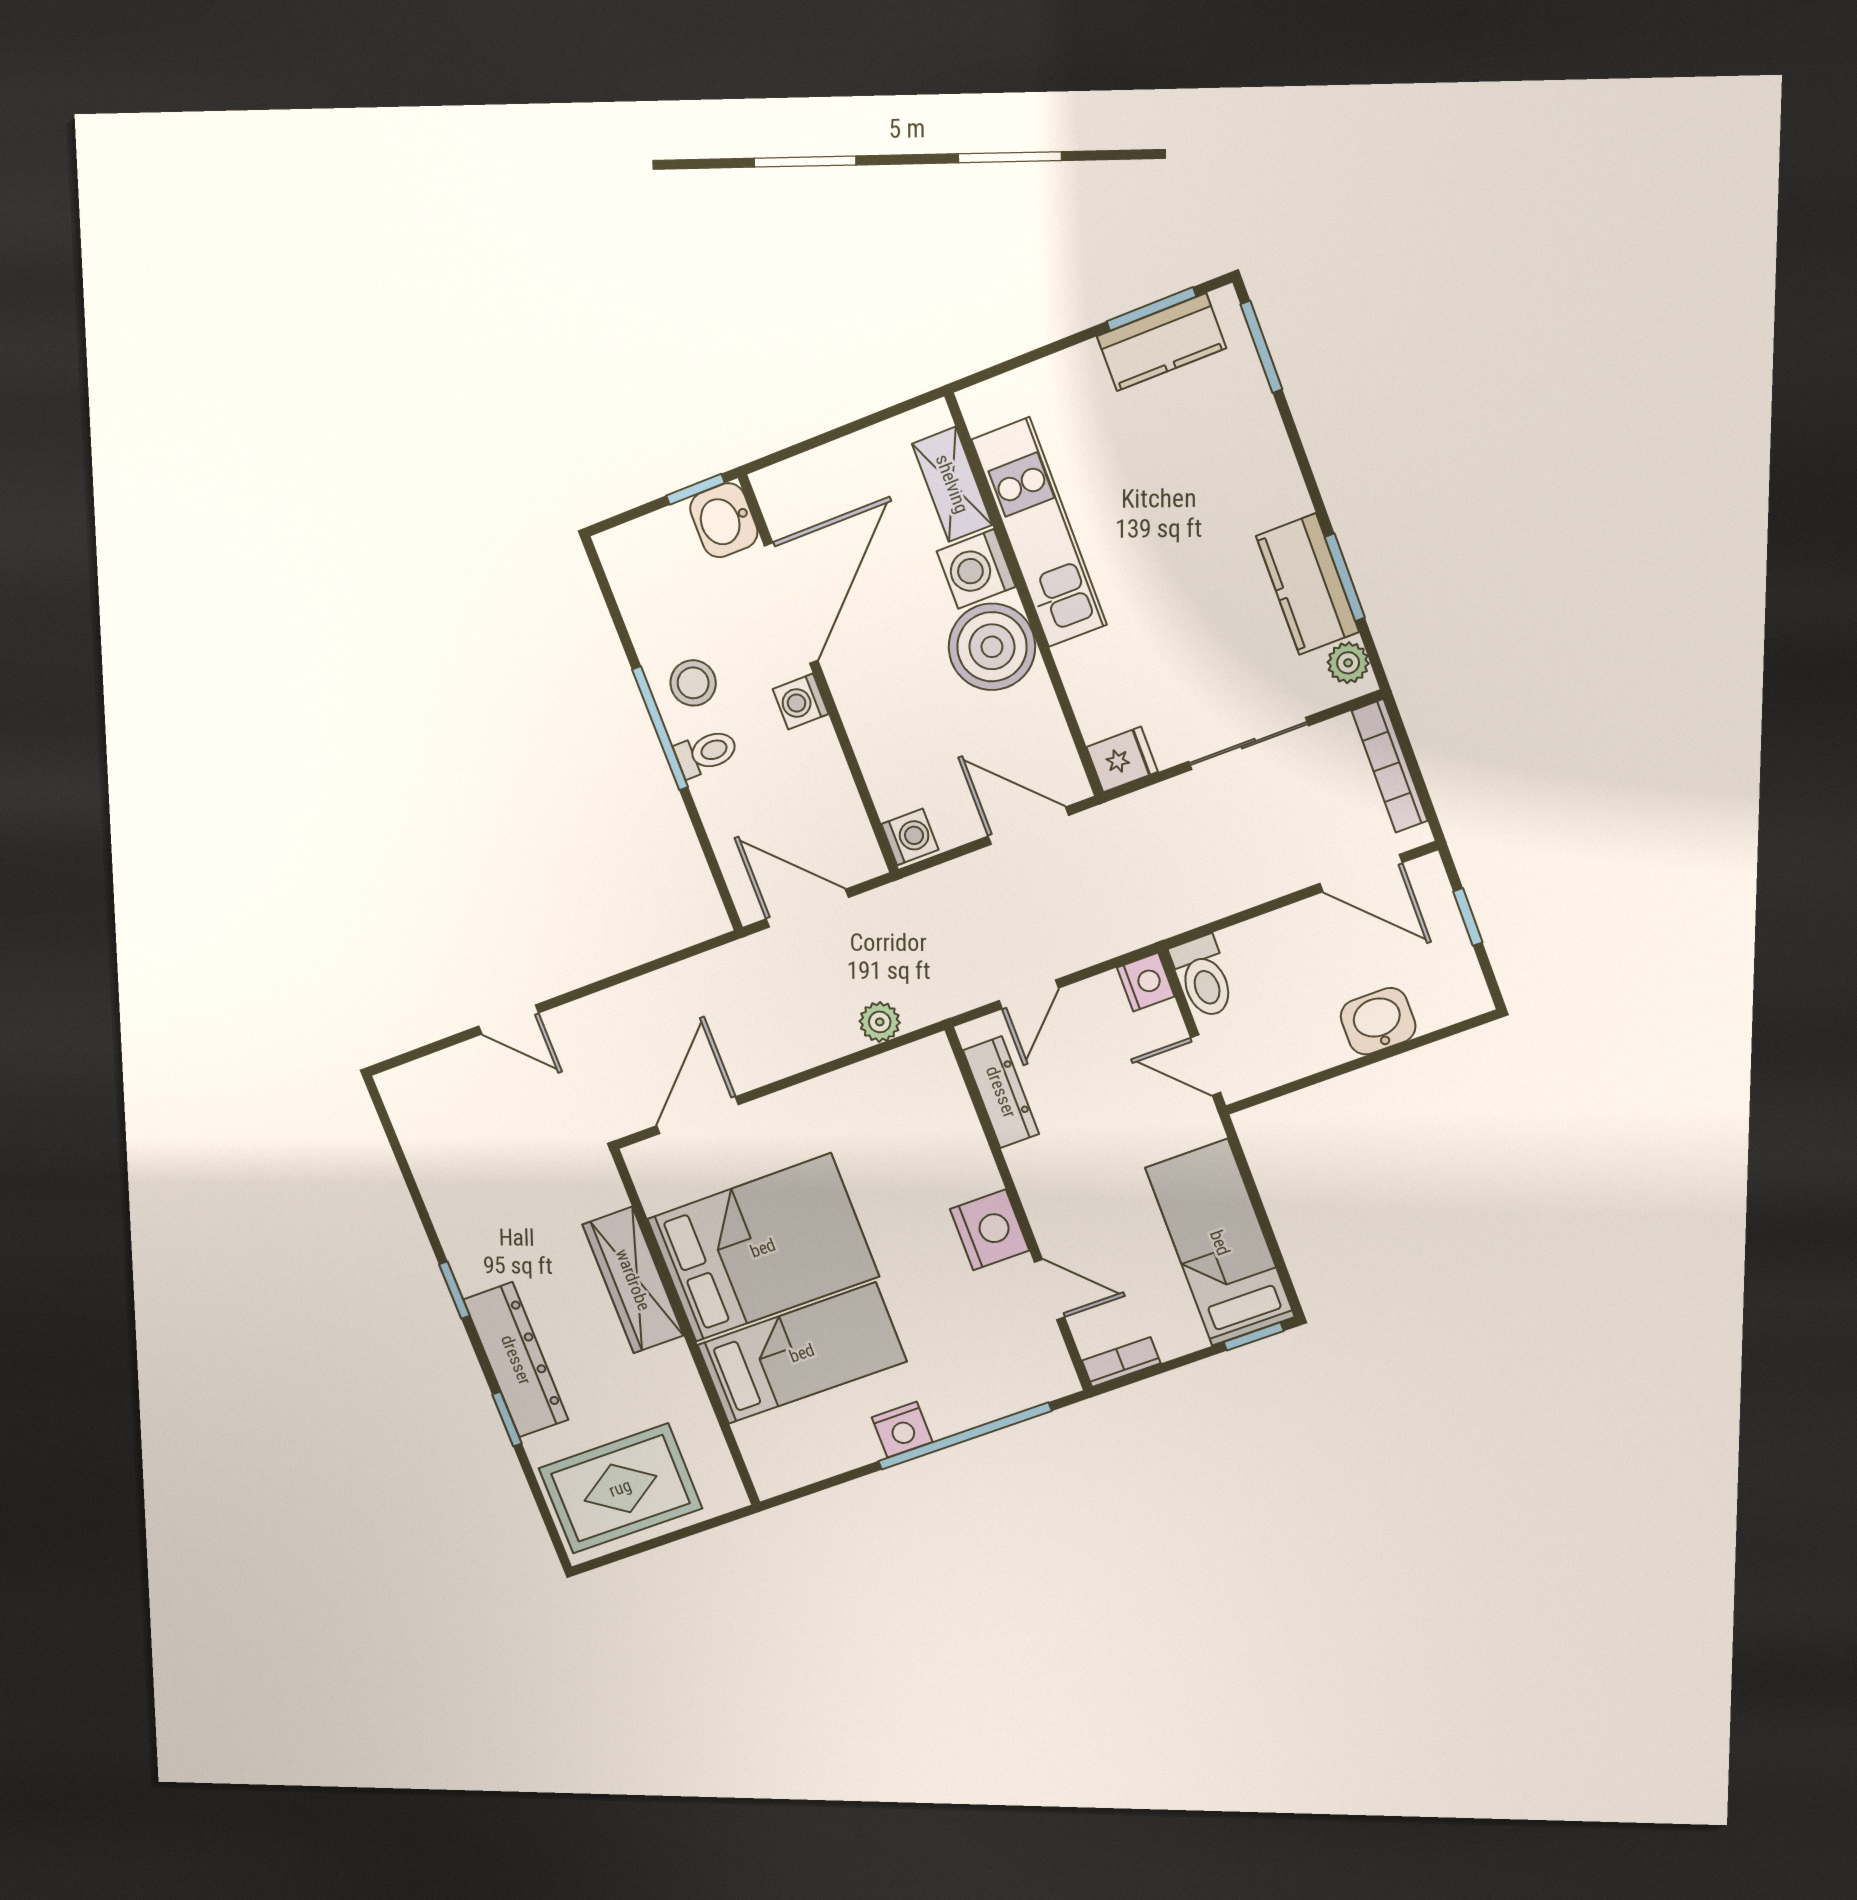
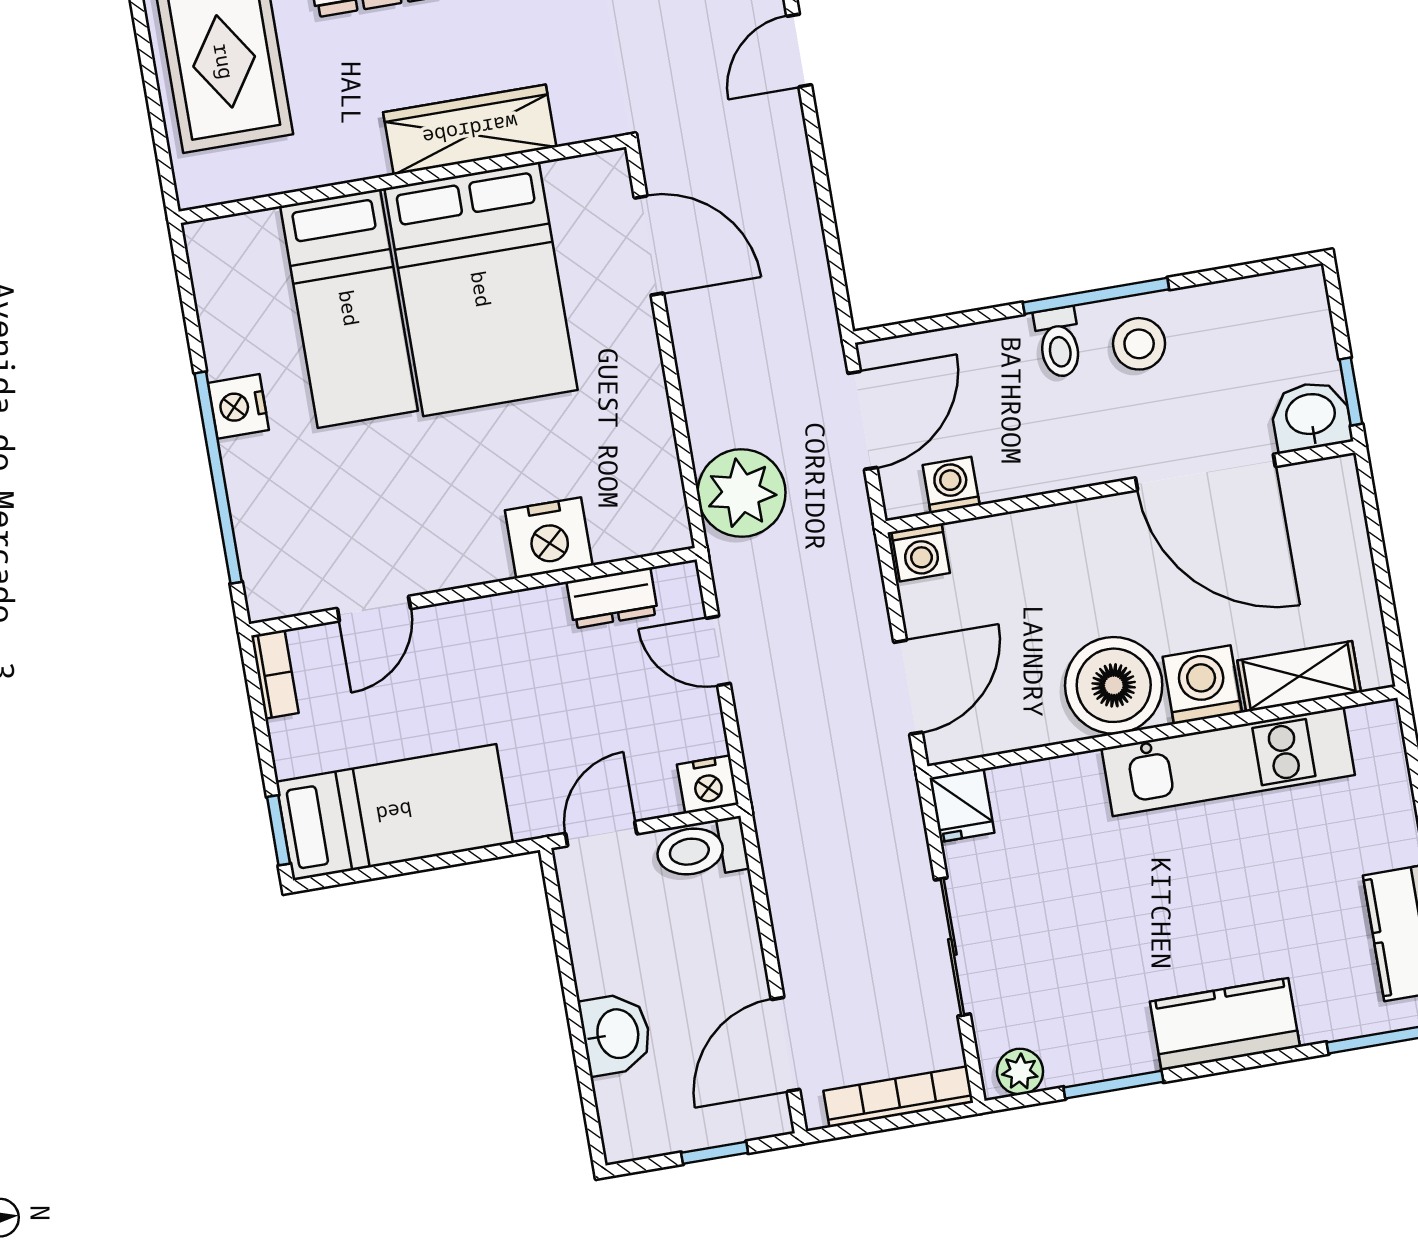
kitchen counter: (1308, 584) -> (1225, 1024), moved
washing machine: (801, 701) -> (951, 485), moved
plant: (880, 1022) -> (742, 493), width x1.88, depth x1.88
dresser: (1001, 1092) -> (612, 598), width x0.70
nightstand: (990, 1230) -> (549, 538), moved

